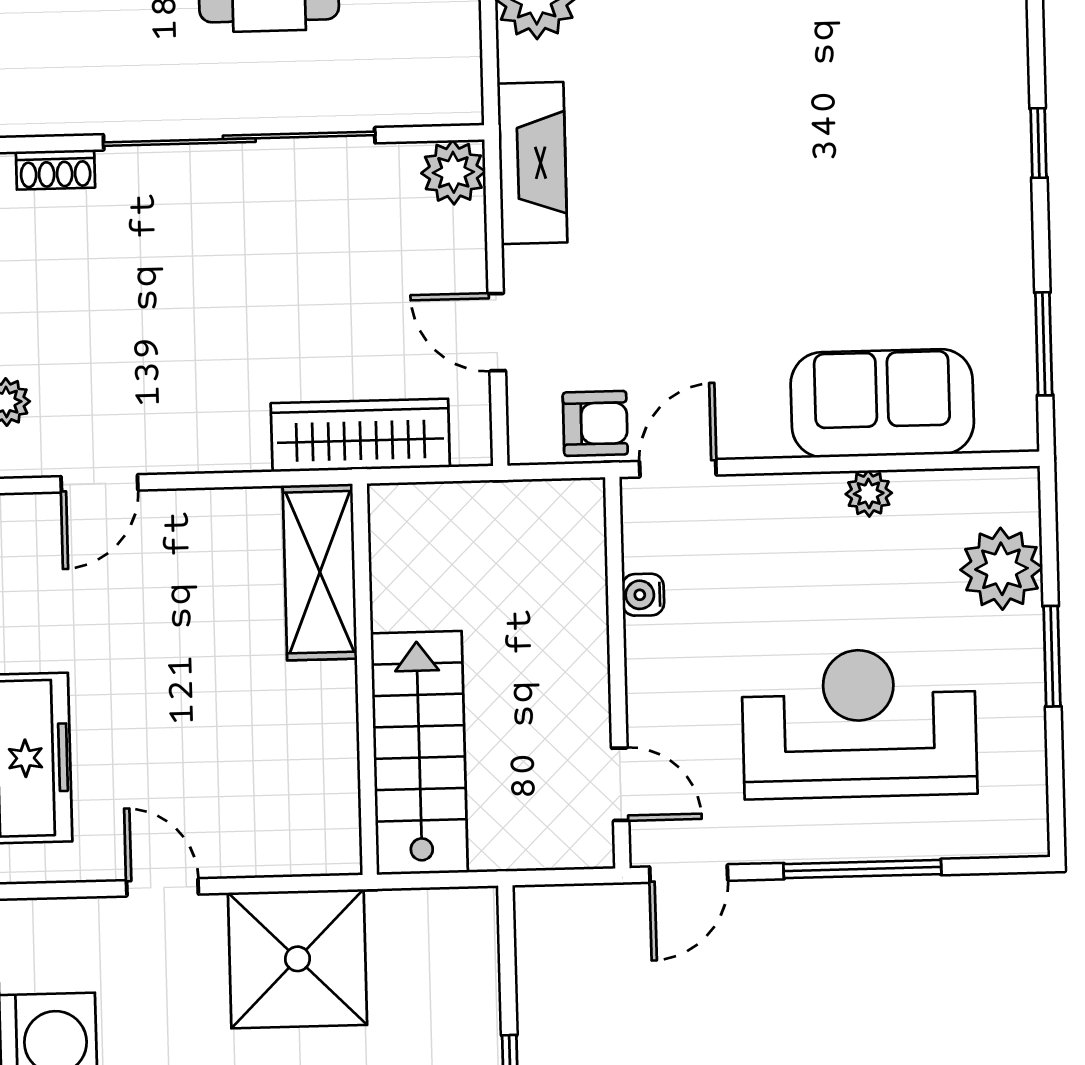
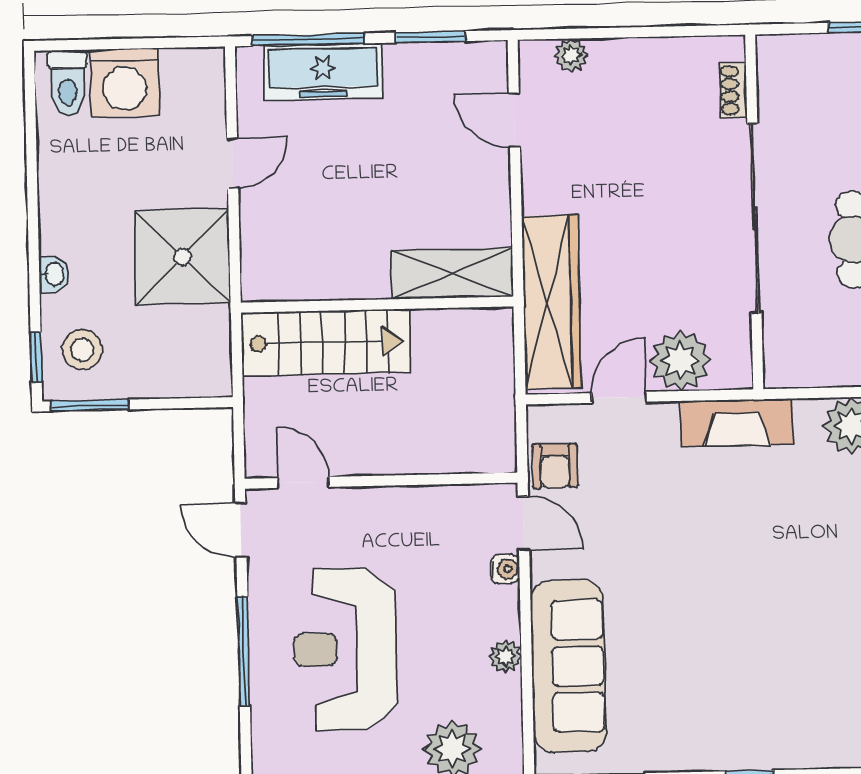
plant: (453, 172) -> (680, 361), moved, width x1.36, depth x1.36
sofa: (882, 403) -> (568, 666), width x1.36
wardrobe: (360, 435) -> (551, 302), width x1.40, depth x1.17
water cooler: (643, 595) -> (505, 569), moved, turned 90
reception desk: (859, 723) -> (345, 649), turned 180
door: (620, 784) -> (303, 482), swing flipped

